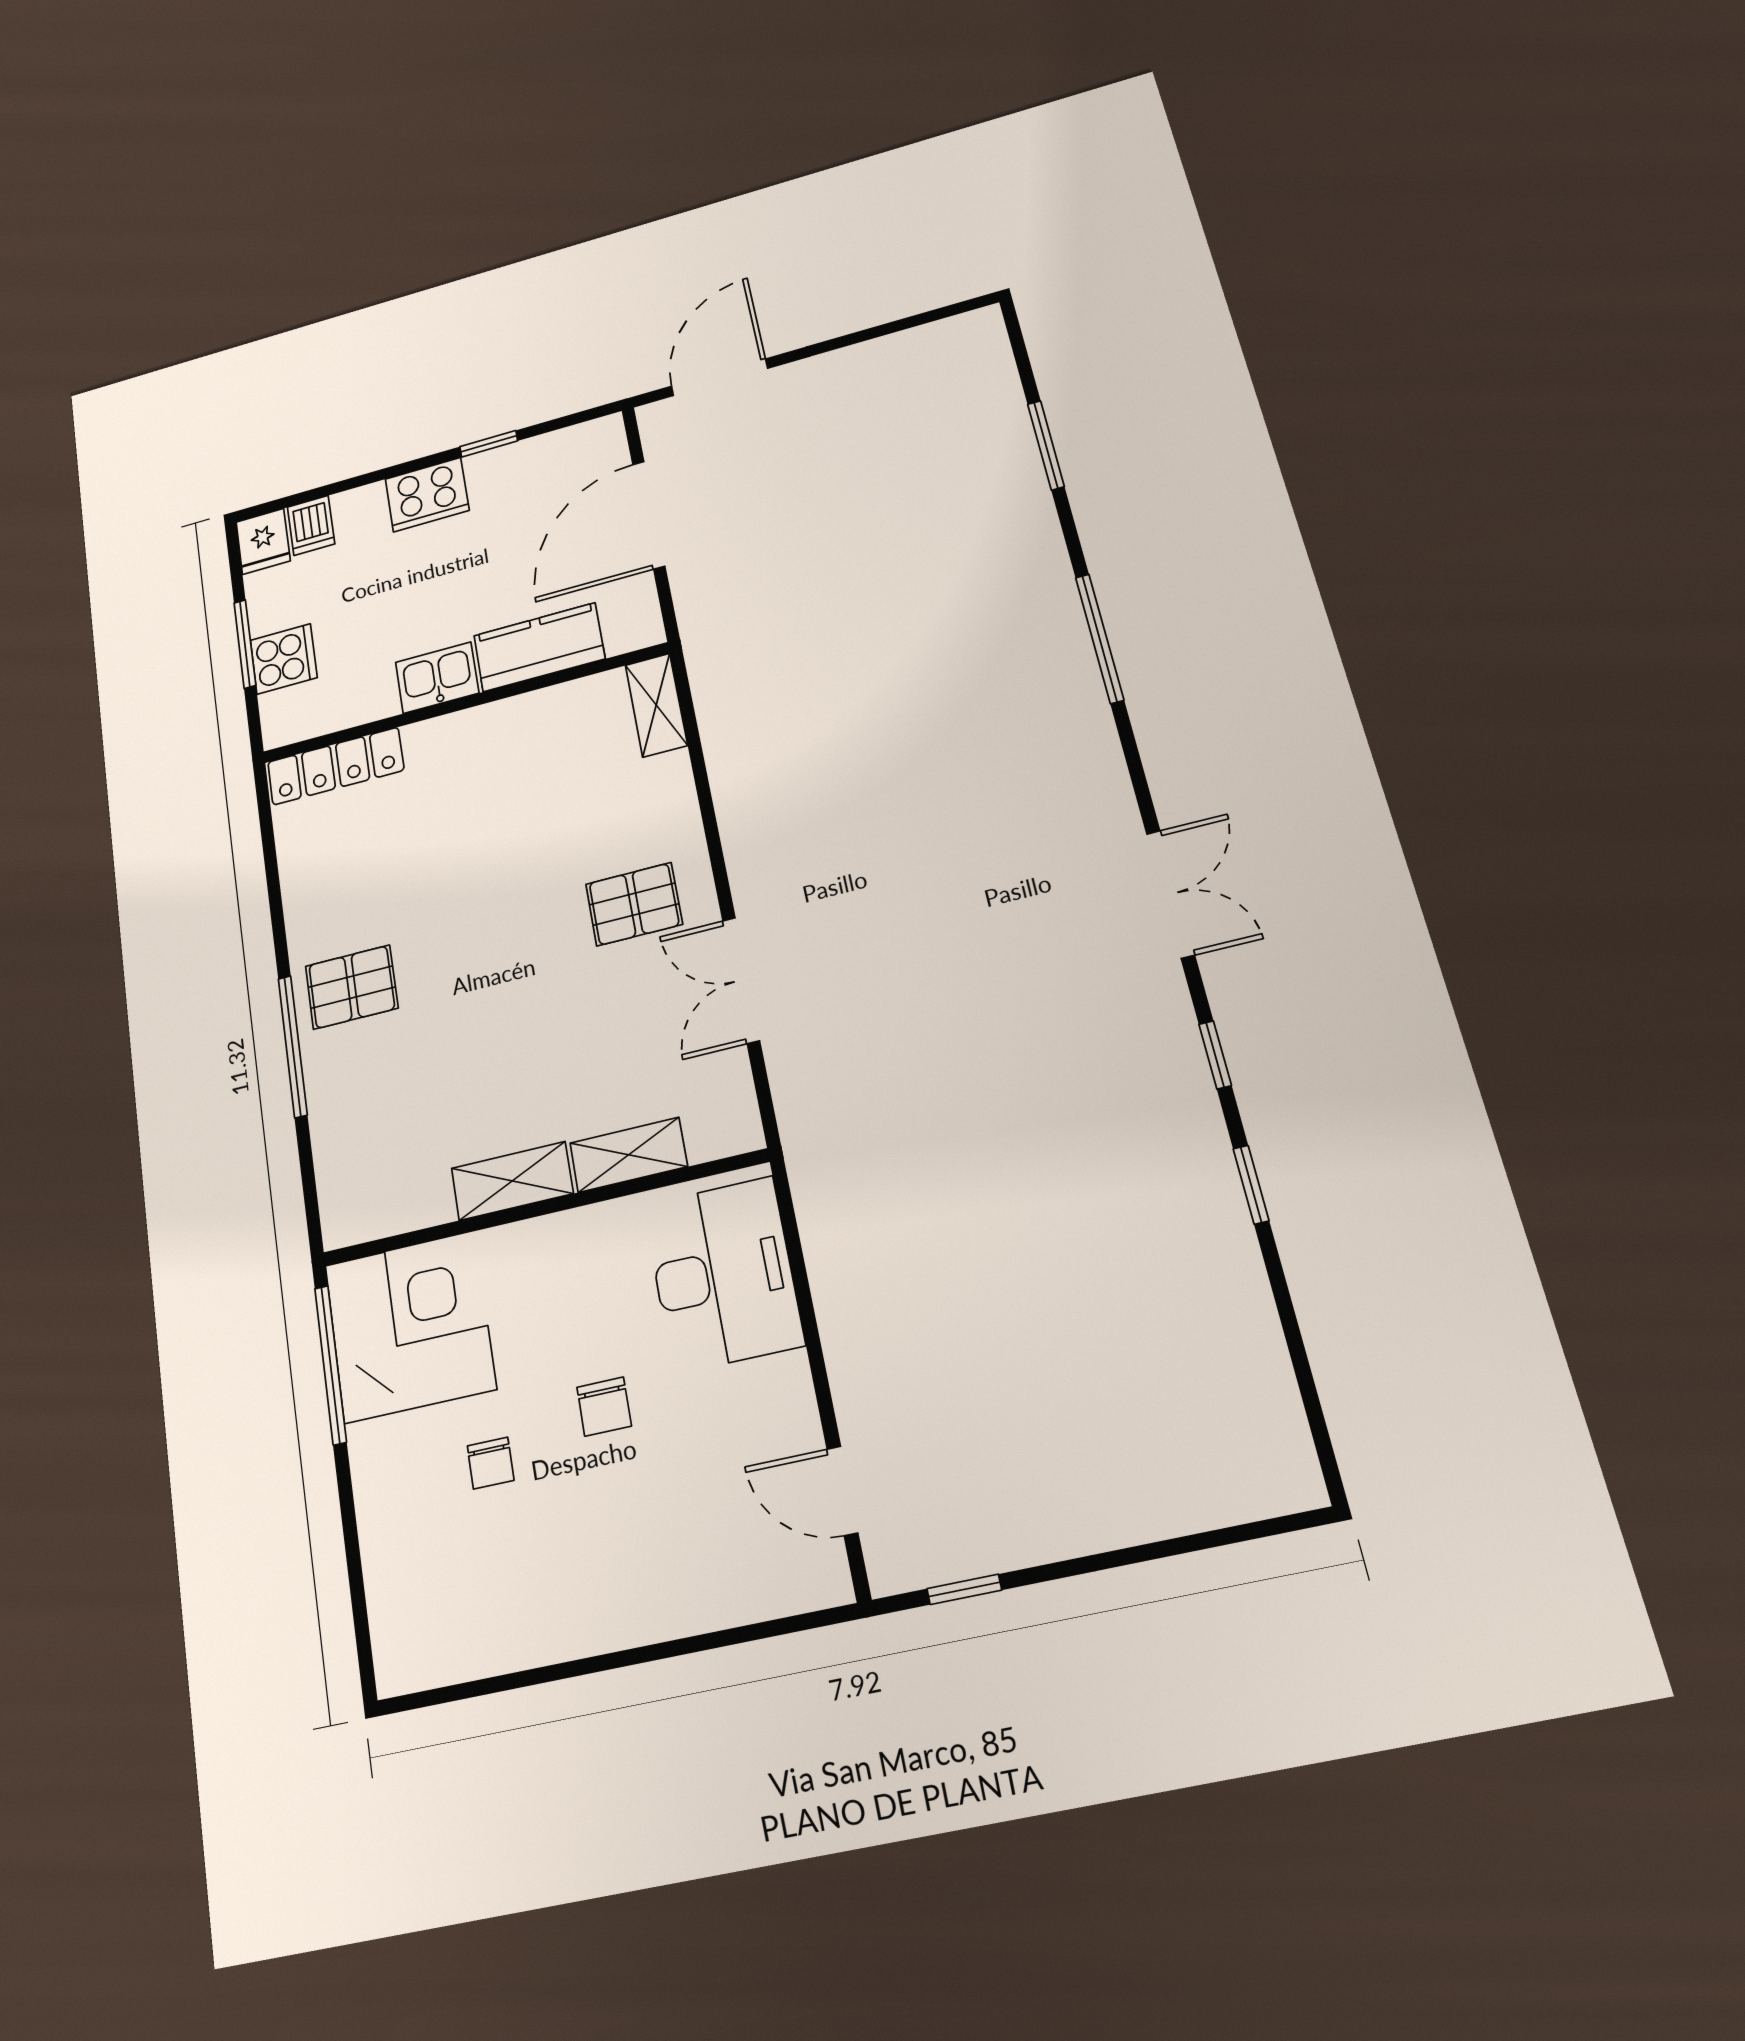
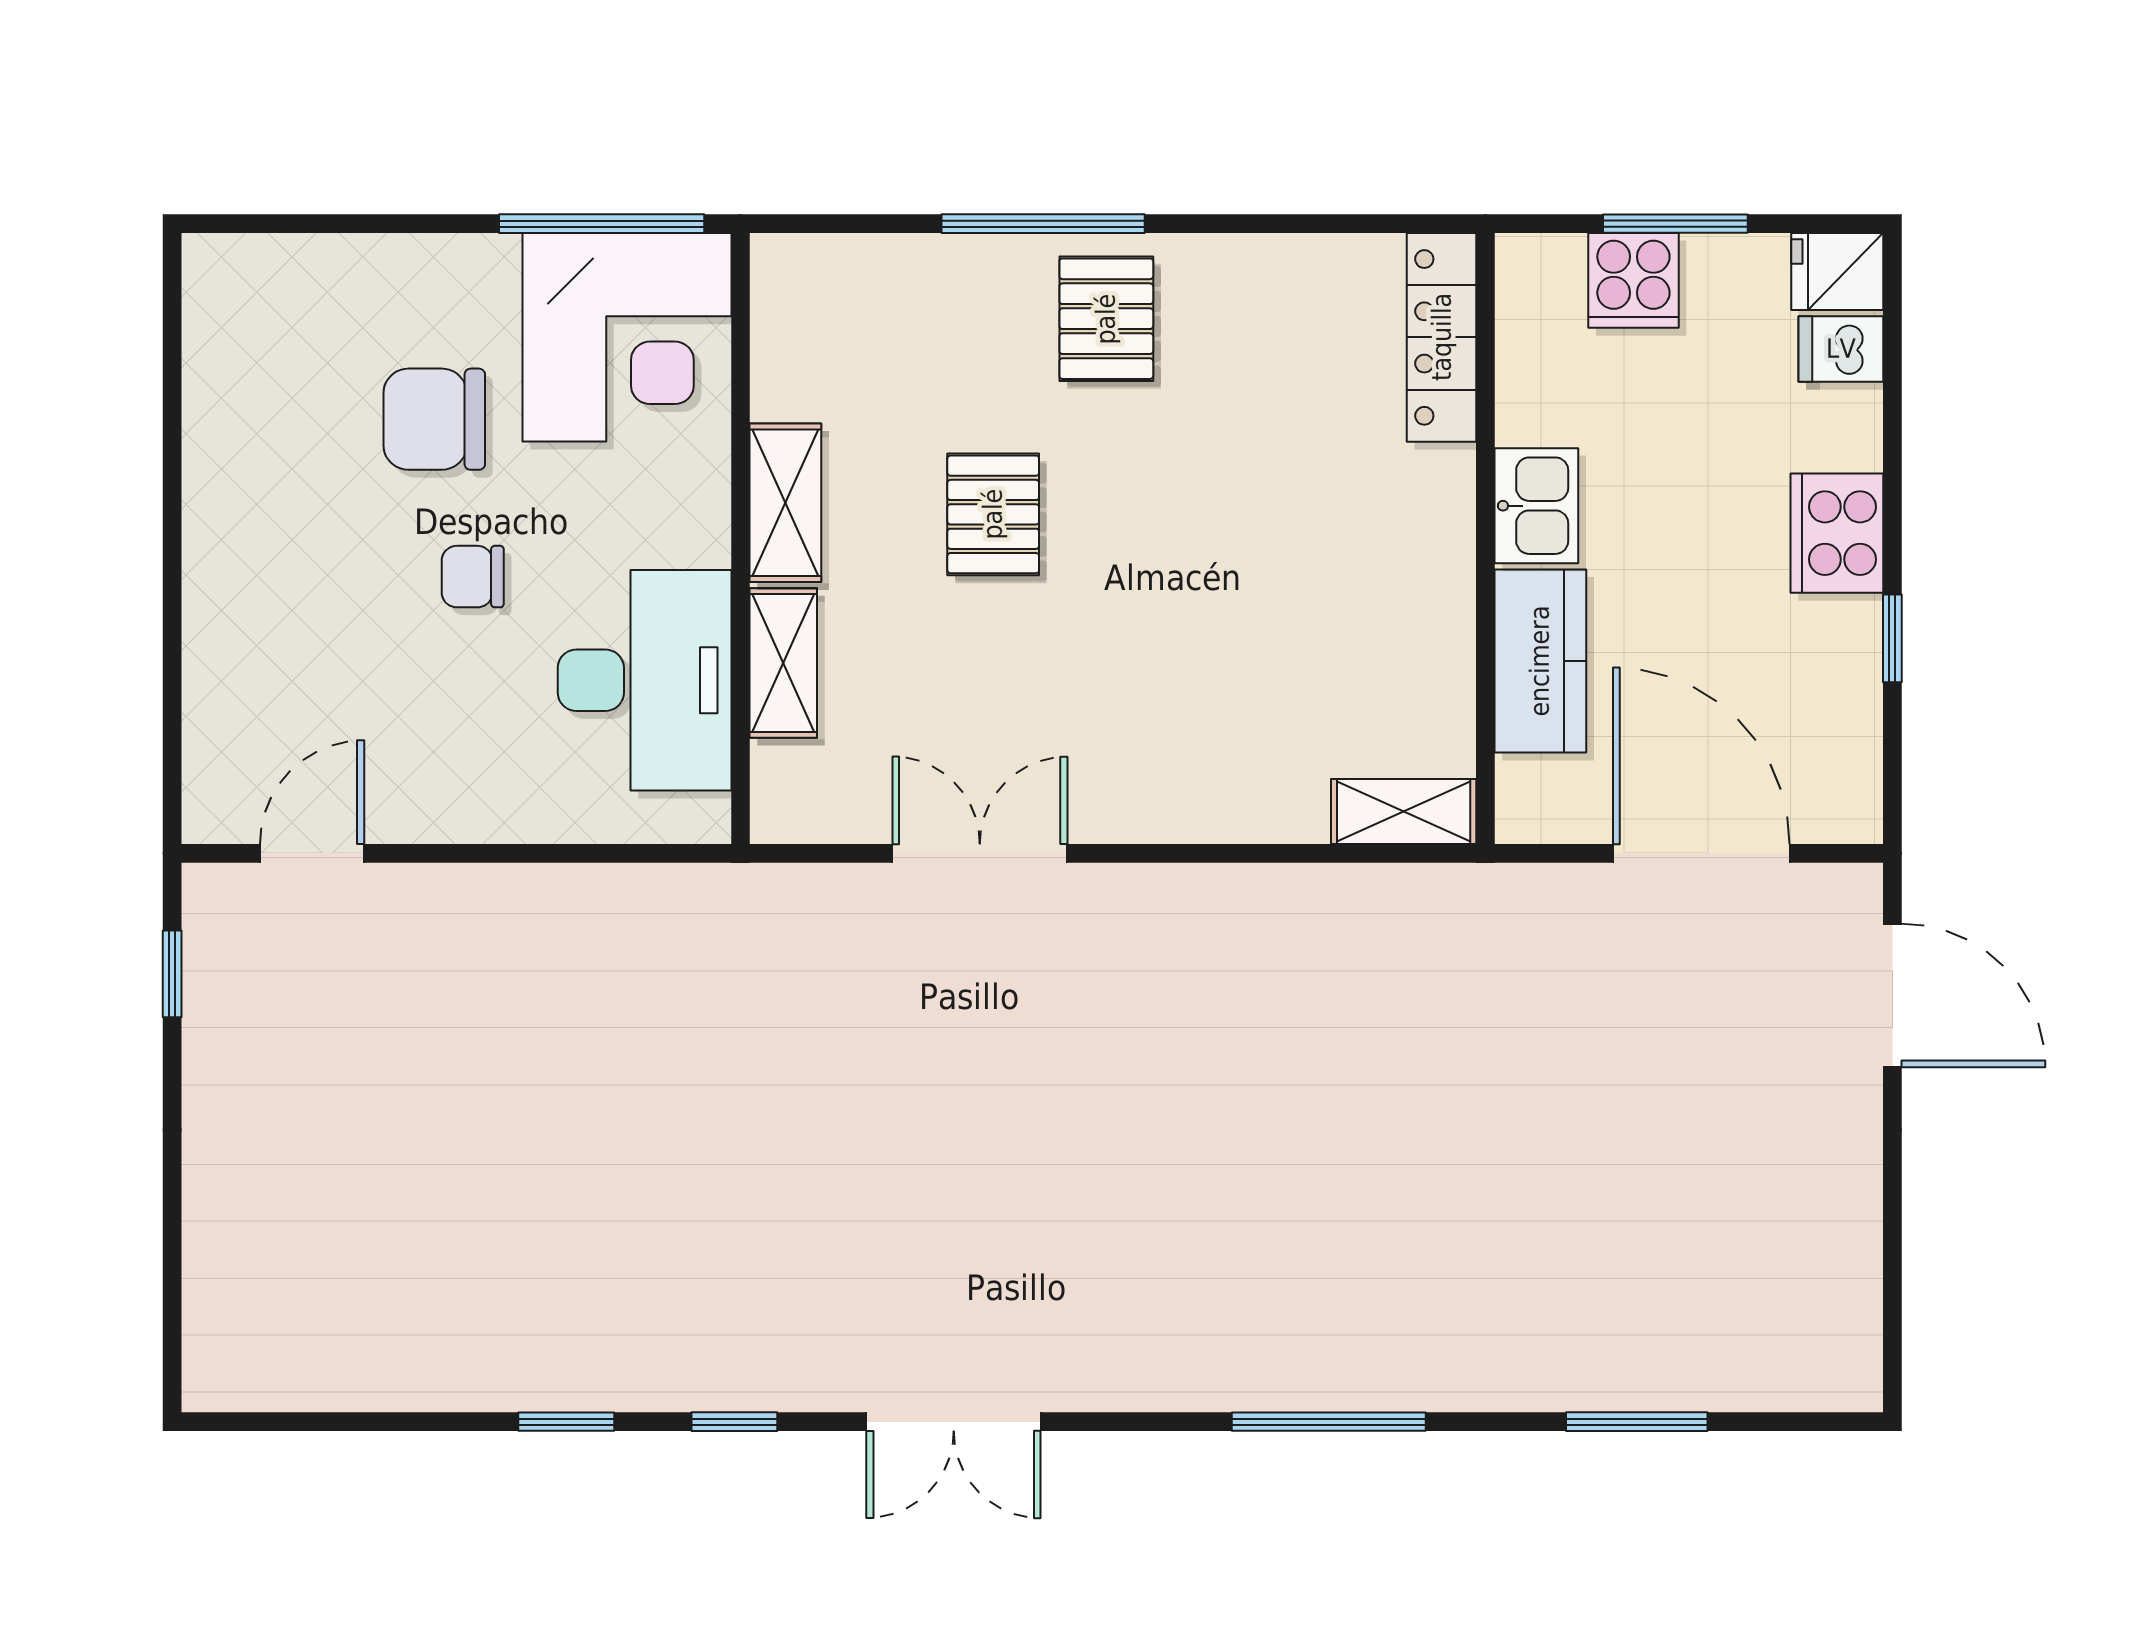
pallet: (634, 904) -> (993, 514), moved
desk: (723, 1274) -> (645, 680), moved, turned -90
chair: (491, 1463) -> (434, 419), width x1.87, depth x1.87

